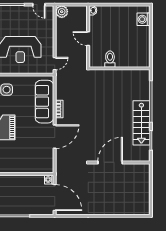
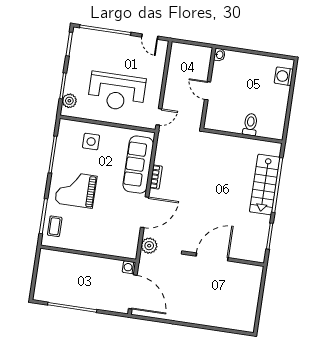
plant: (62, 12) -> (149, 246), moved
toilet: (110, 59) -> (250, 124), moved
stairs: (141, 123) -> (265, 185), moved

